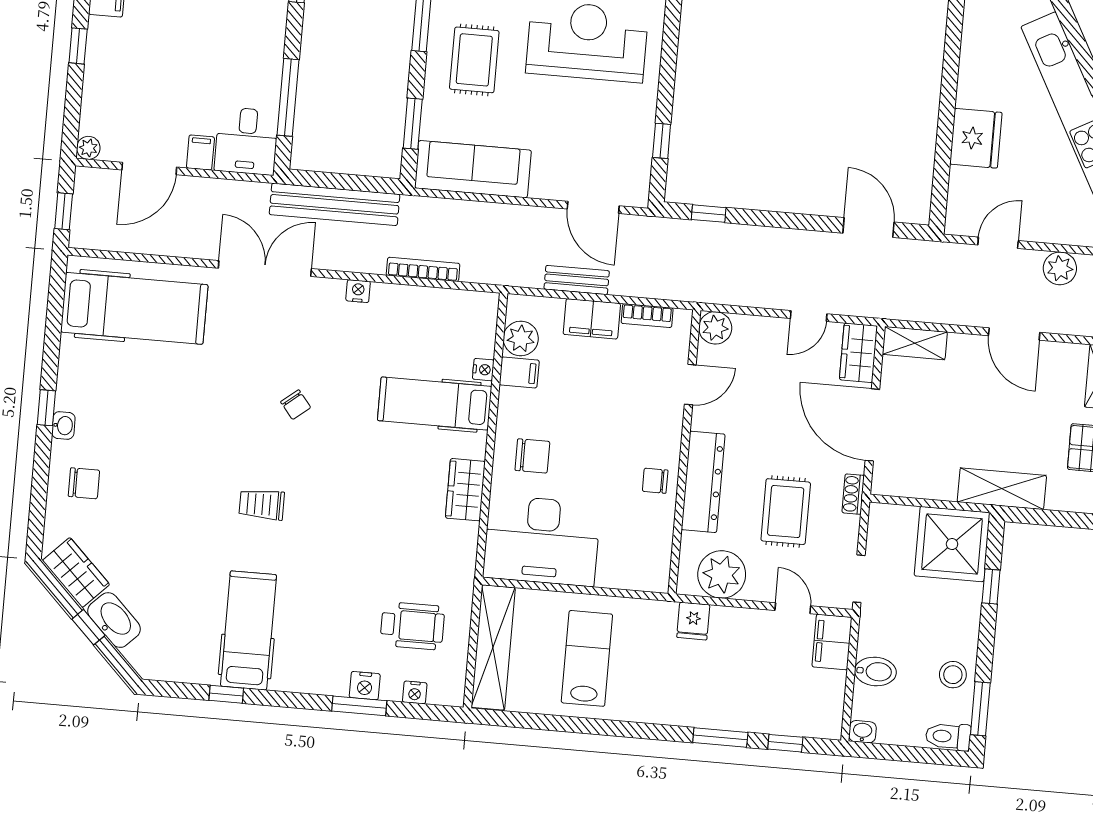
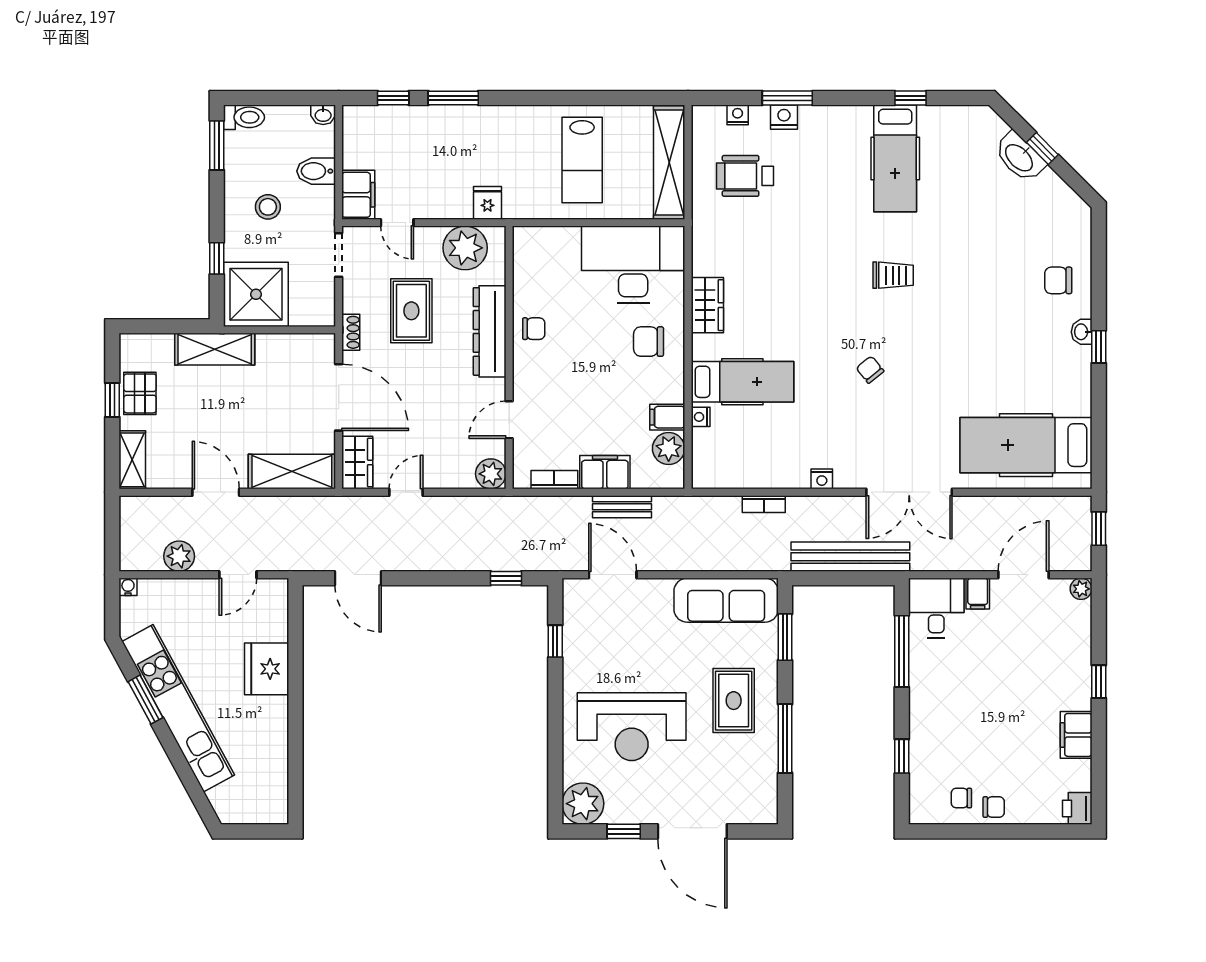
bookcase: (423, 269) -> (764, 504), width x0.64
shelving: (915, 343) -> (292, 472), width x1.50, depth x1.33
wardrobe: (76, 572) -> (1058, 198), removed
stool: (953, 675) -> (268, 207), moved

